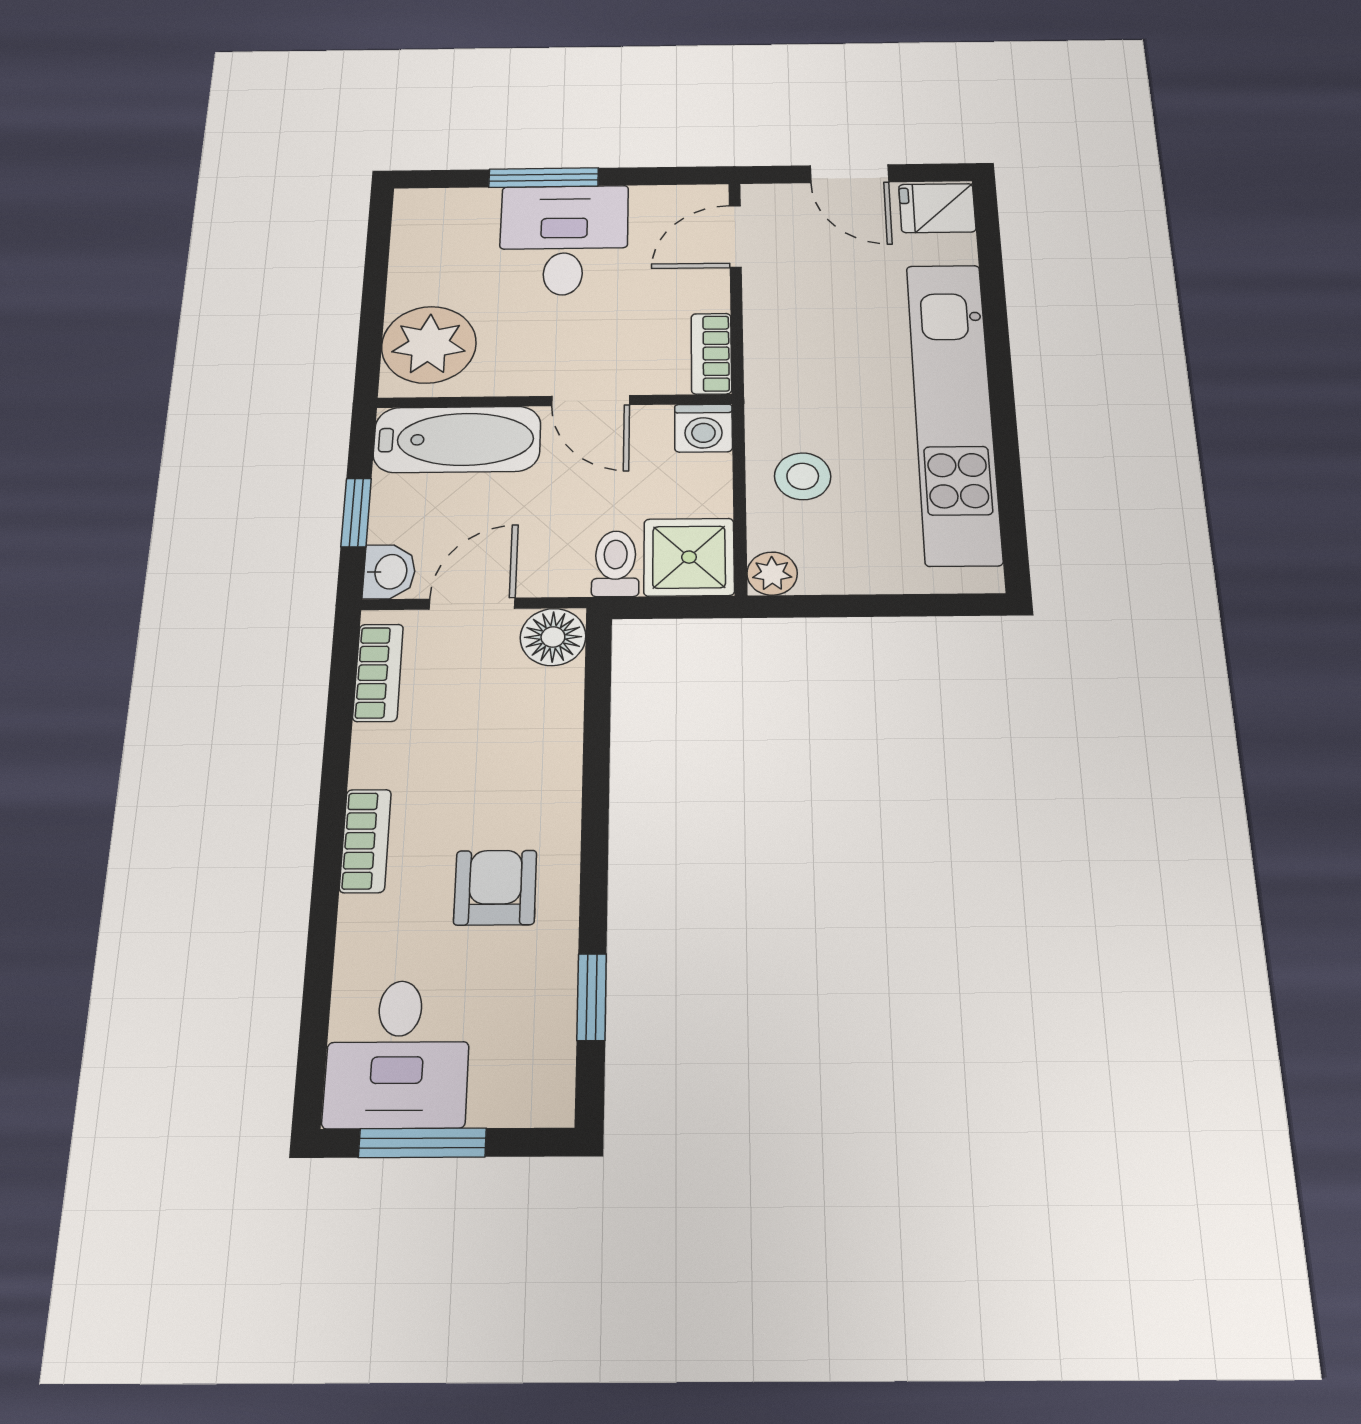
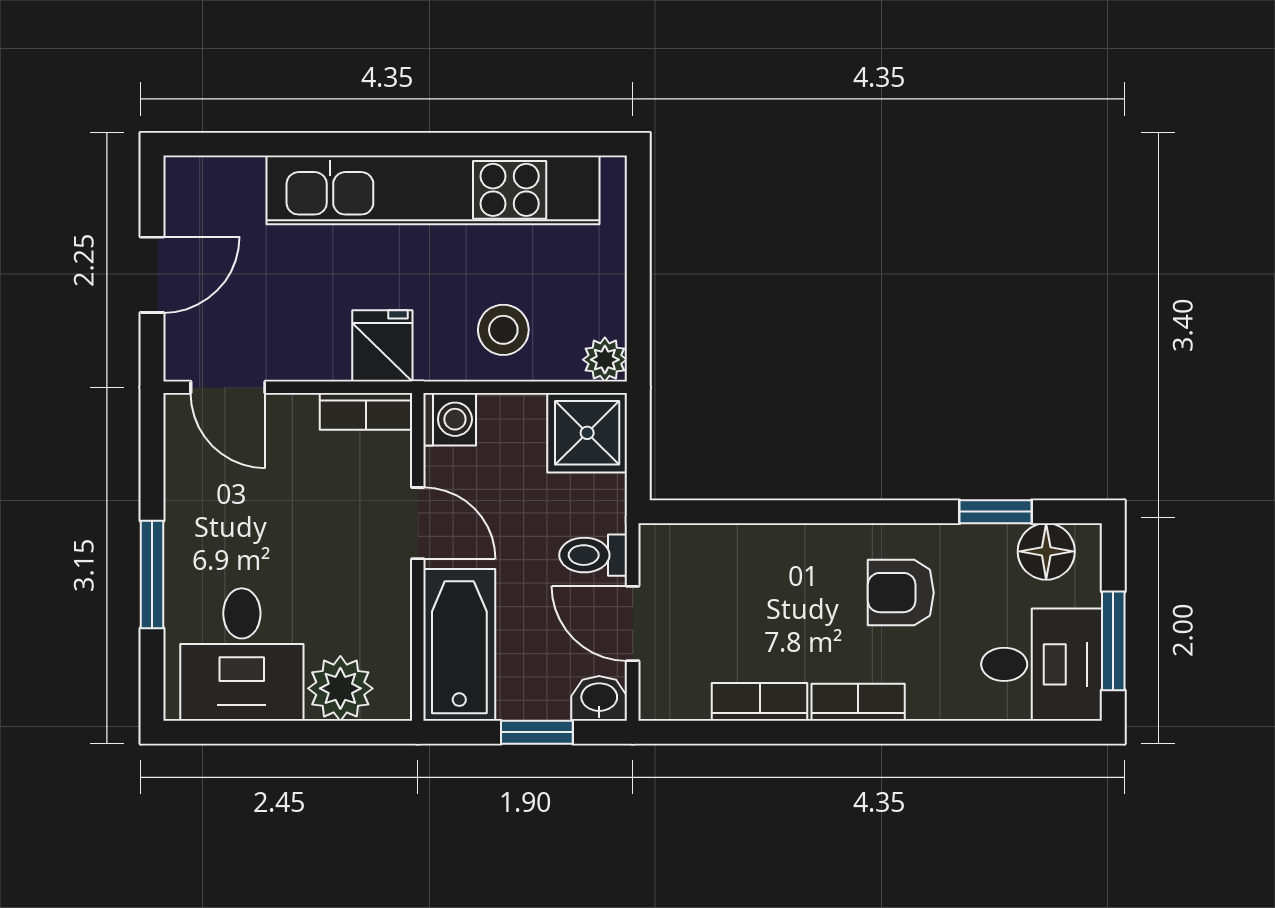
fridge: (937, 208) -> (382, 346), moved, turned 180
desk: (564, 240) -> (242, 655), moved, turned -90
plant: (429, 345) -> (340, 688), width x0.73, depth x0.73
door: (591, 401) -> (418, 523), hinge flipped
toilet: (616, 564) -> (593, 555), moved
floor lamp: (553, 637) -> (1046, 551), moved
bookcase: (378, 673) -> (760, 702), moved

